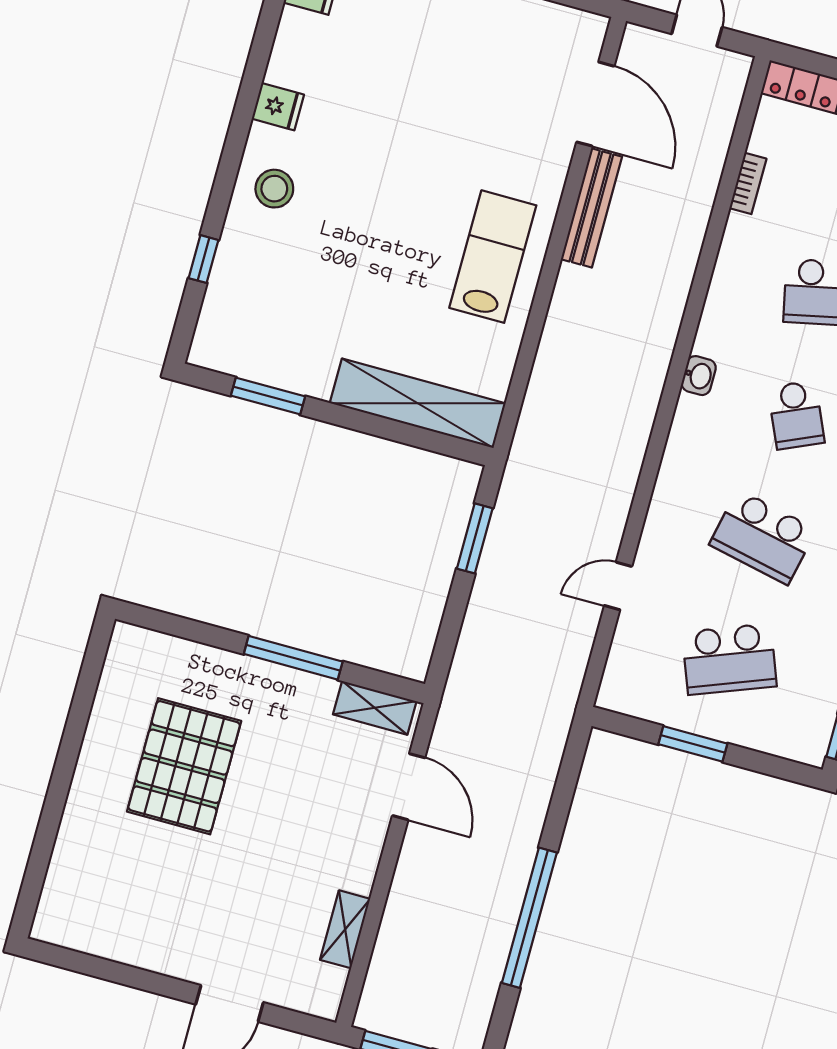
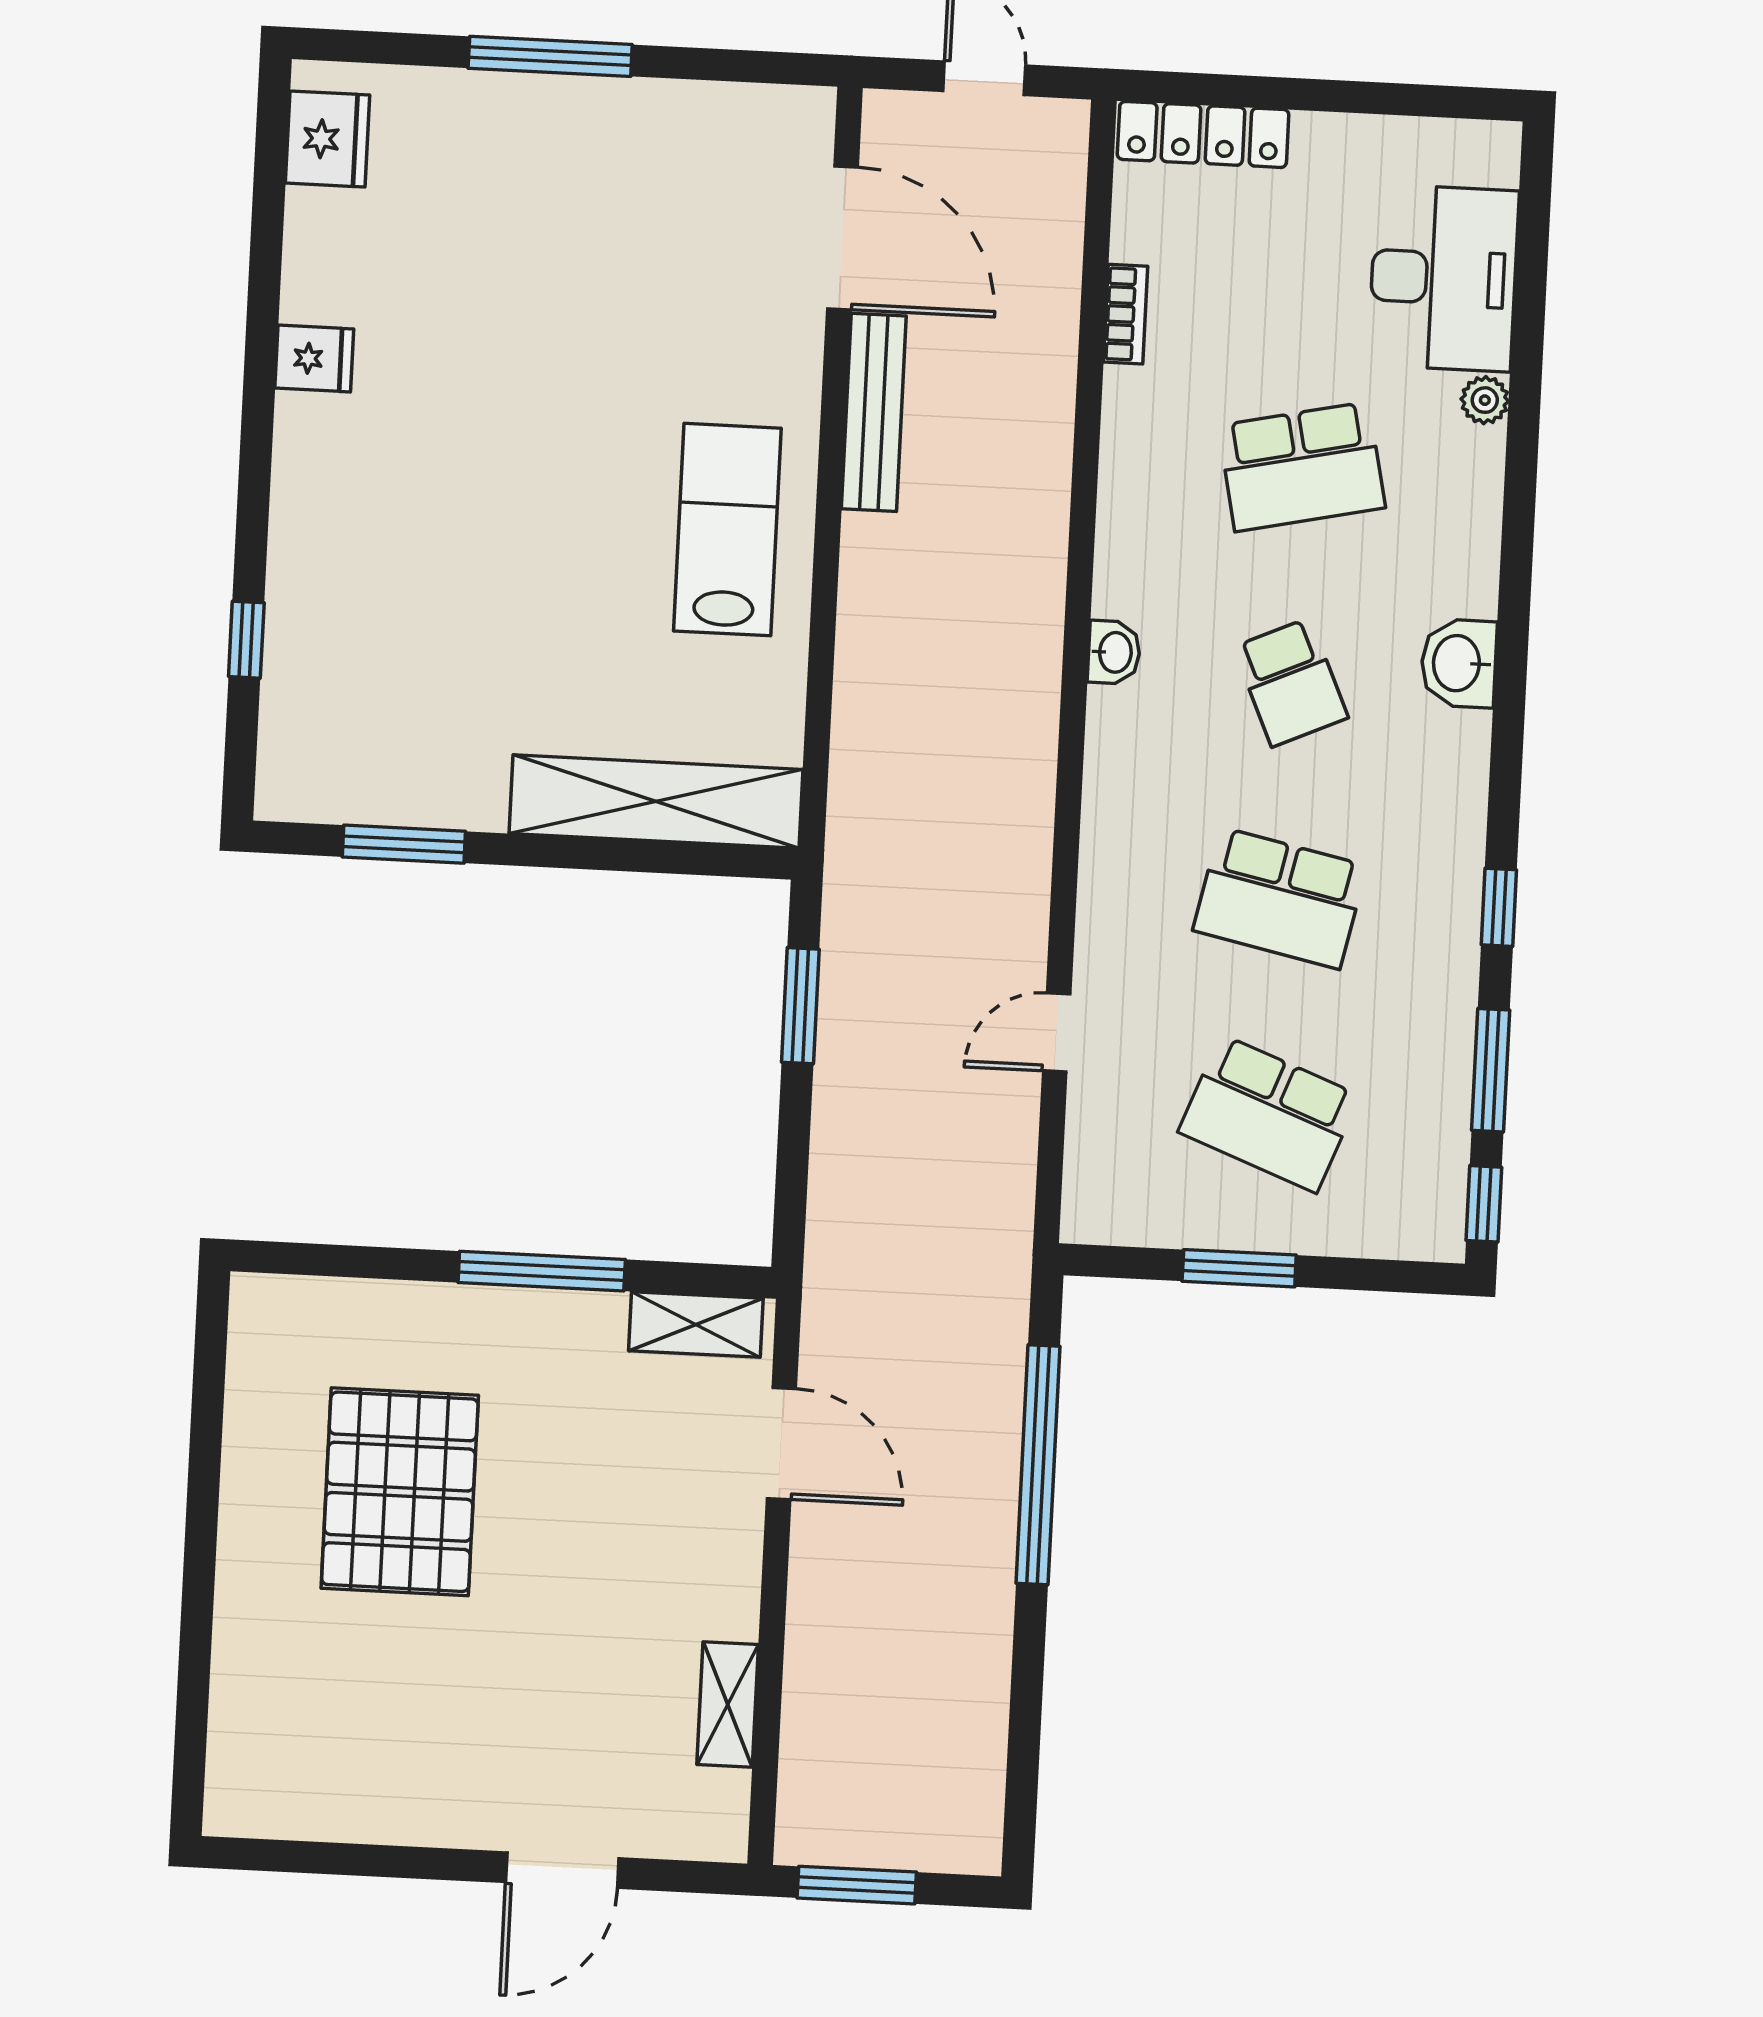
stool: (274, 189) -> (338, 496), removed
school desk: (729, 659) -> (1269, 1114), turned 42
window: (529, 918) -> (1038, 1465), moved

